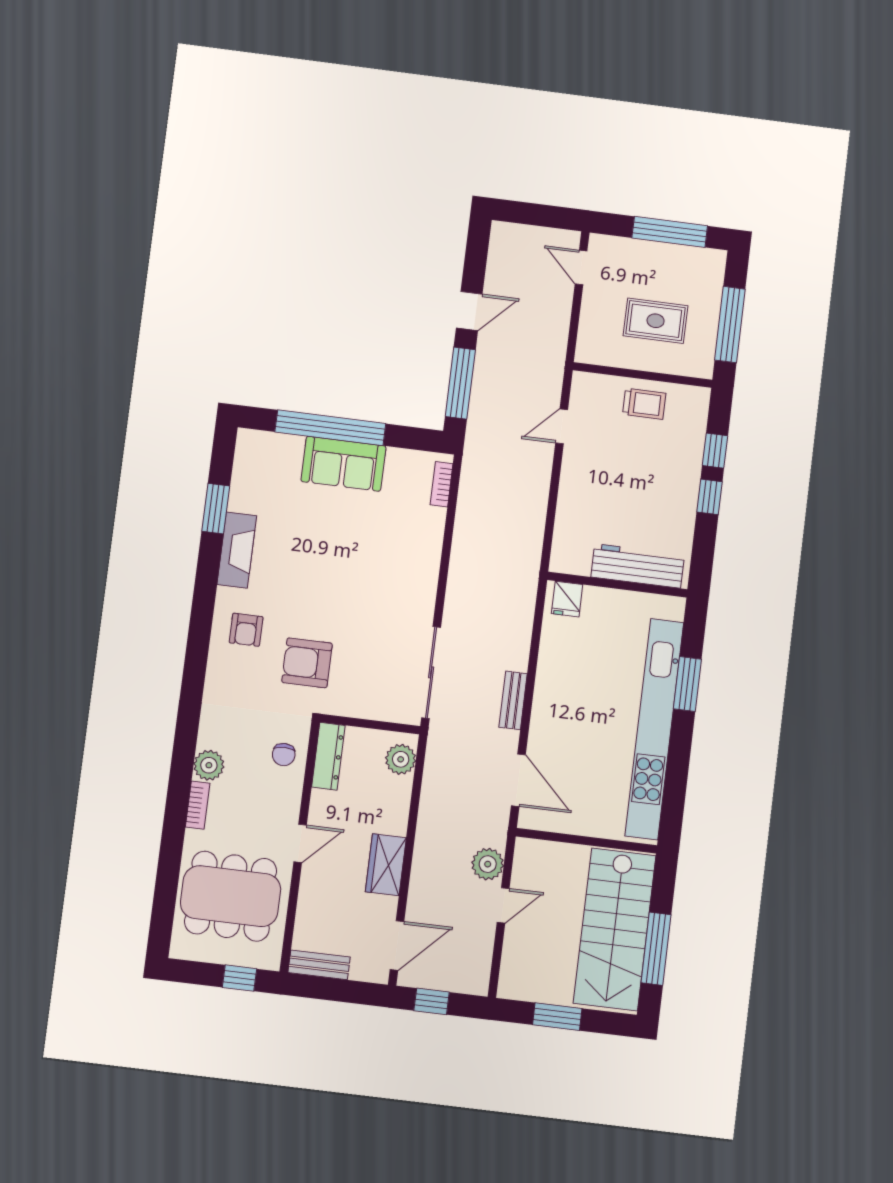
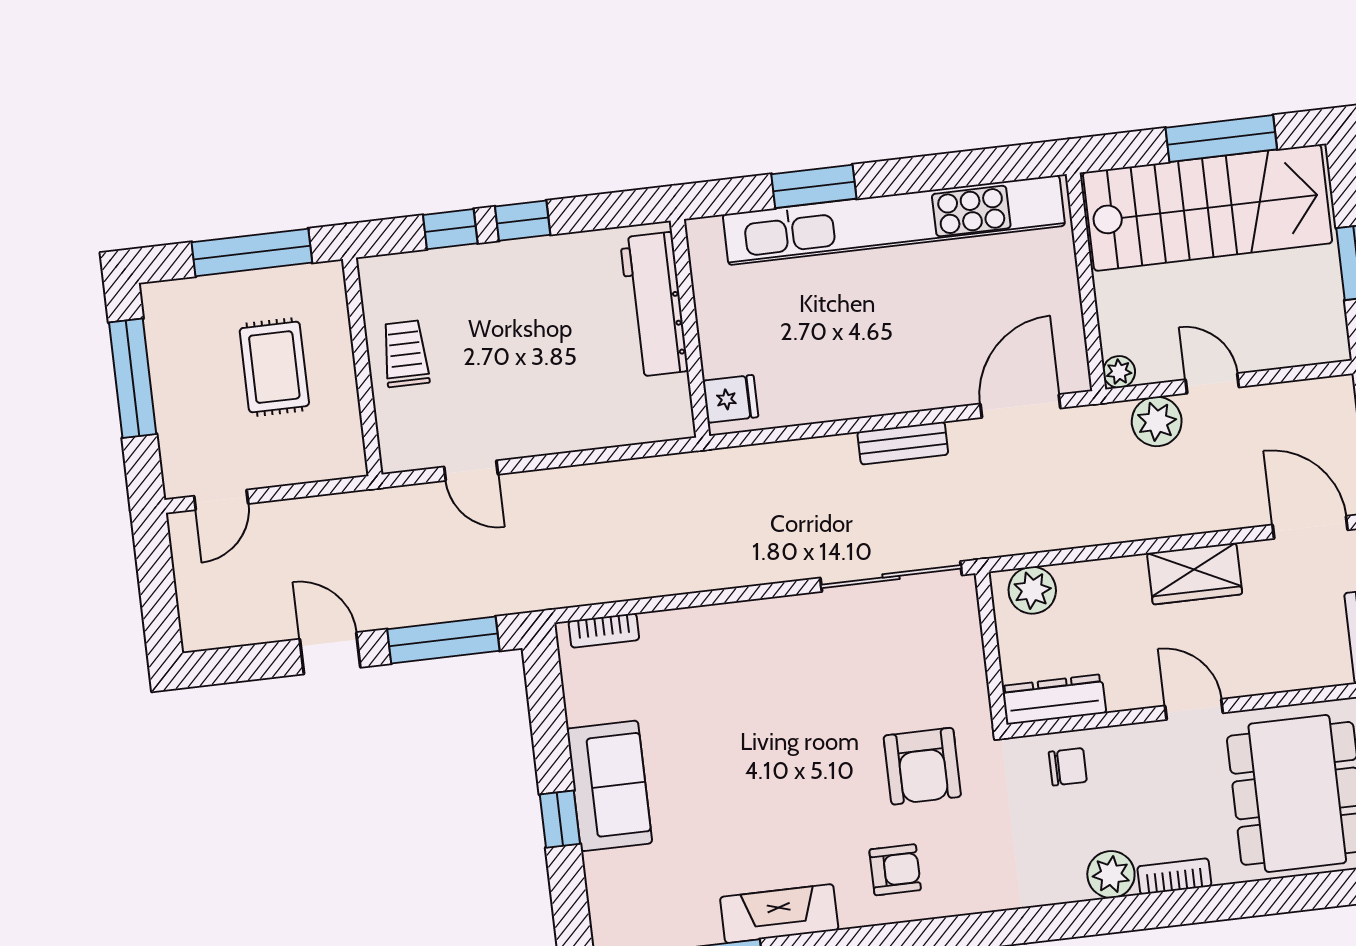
window: (330, 428) -> (560, 819), width x0.32
plant: (525, 848) -> (1119, 372), added

